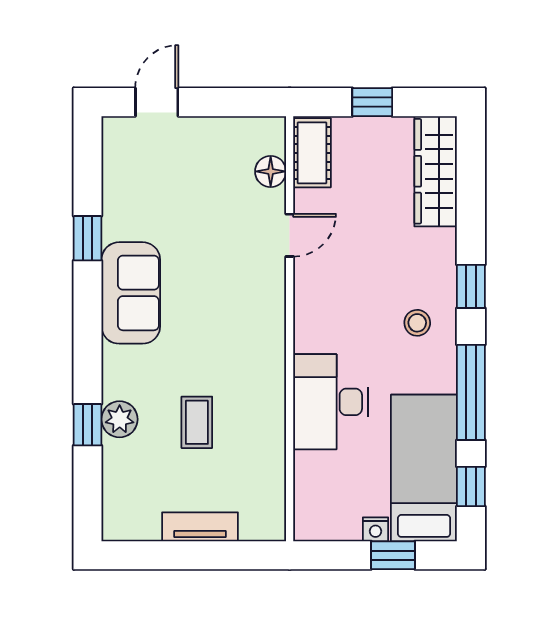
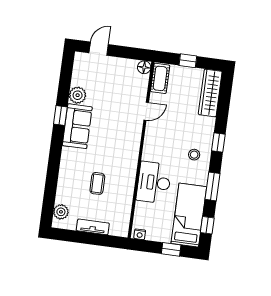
floor lamp: (271, 171) -> (144, 67), moved
plant: (122, 219) -> (78, 95), added
window: (87, 238) -> (60, 116), moved
window: (471, 392) -> (212, 186), width x0.69
plant: (120, 419) -> (61, 212), moved
window: (87, 425) -> (52, 178), removed
nightstand: (375, 529) -> (140, 234), moved

